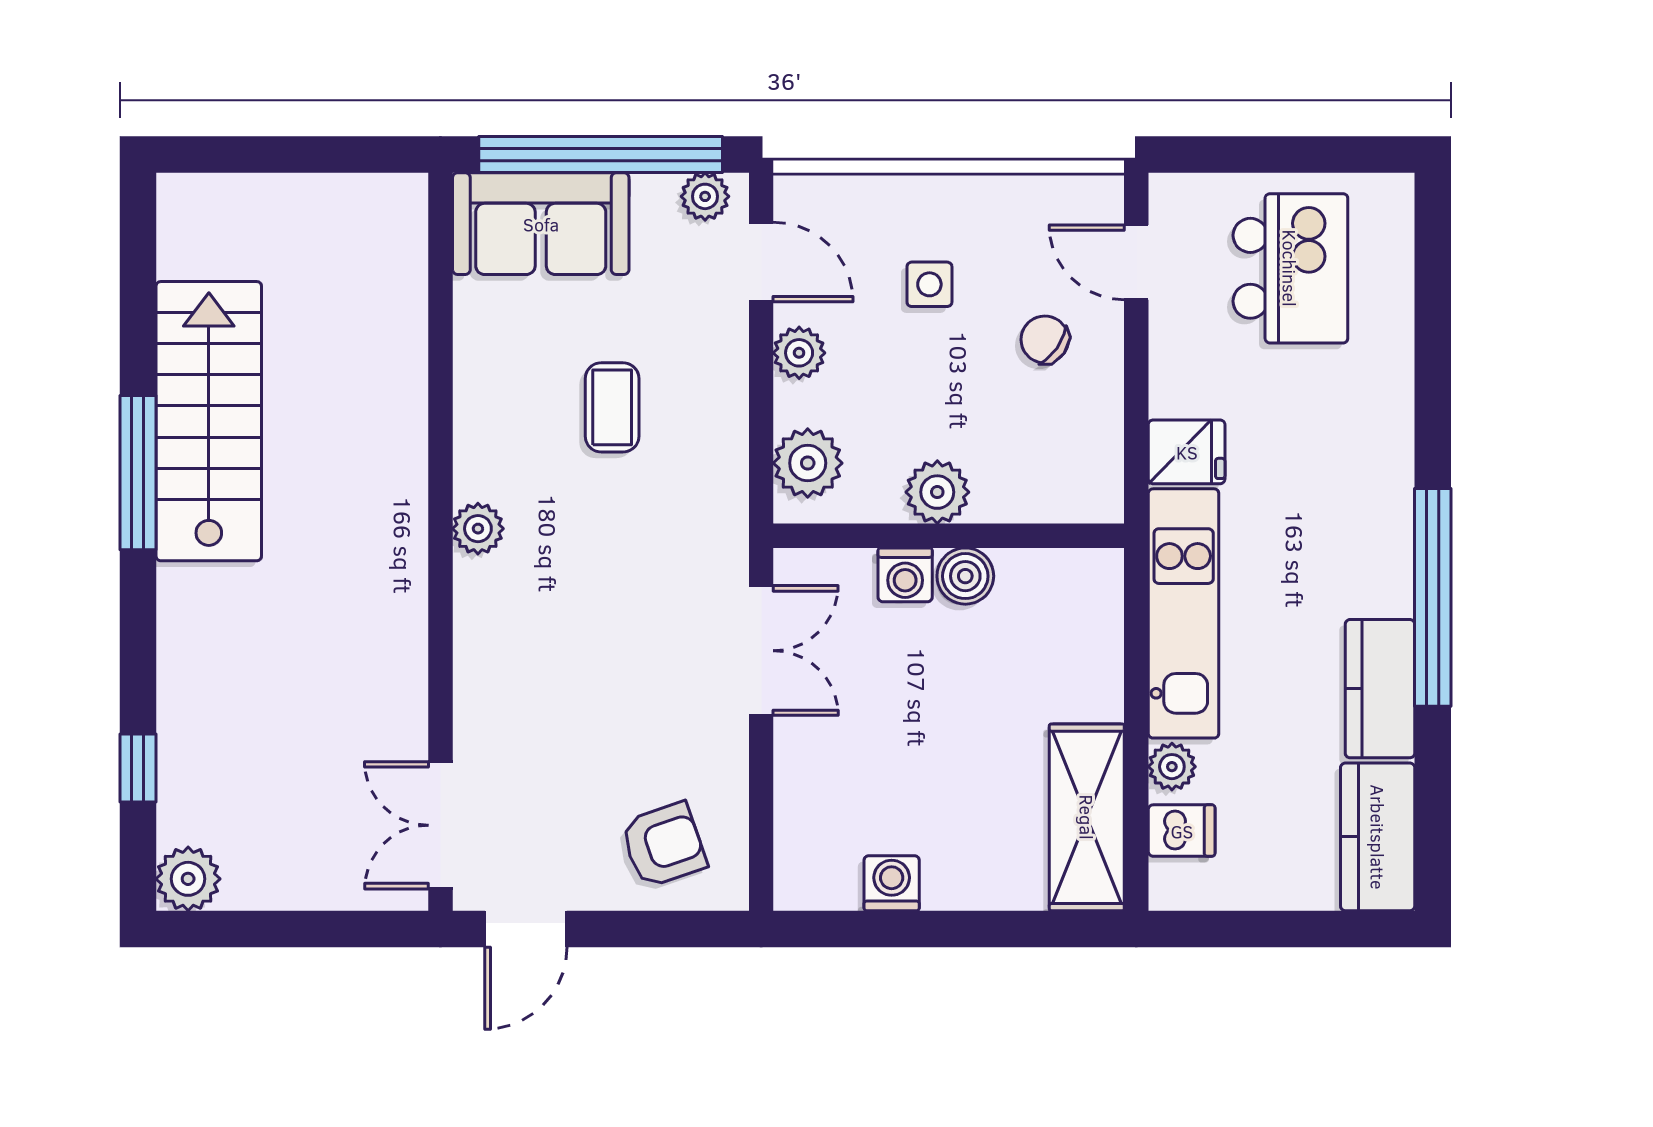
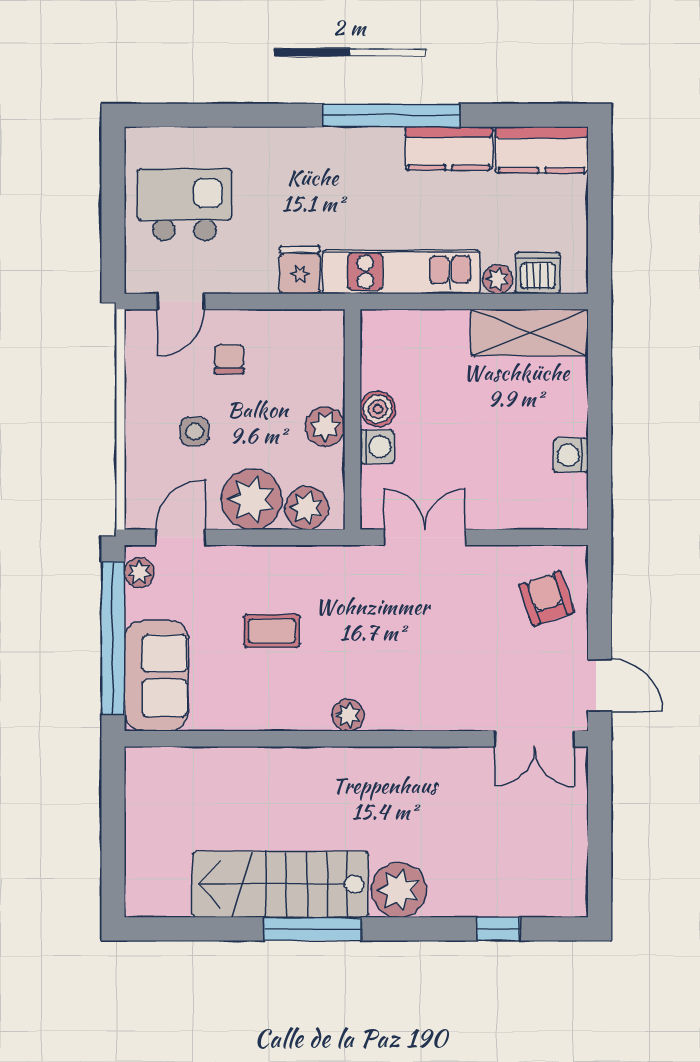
chair: (1045, 340) -> (229, 359), turned 145
plant: (799, 353) -> (252, 499), width x1.87, depth x1.87
dishwasher: (1182, 831) -> (538, 273), width x1.38
plant: (188, 879) -> (399, 890), moved, width x1.36, depth x1.36

